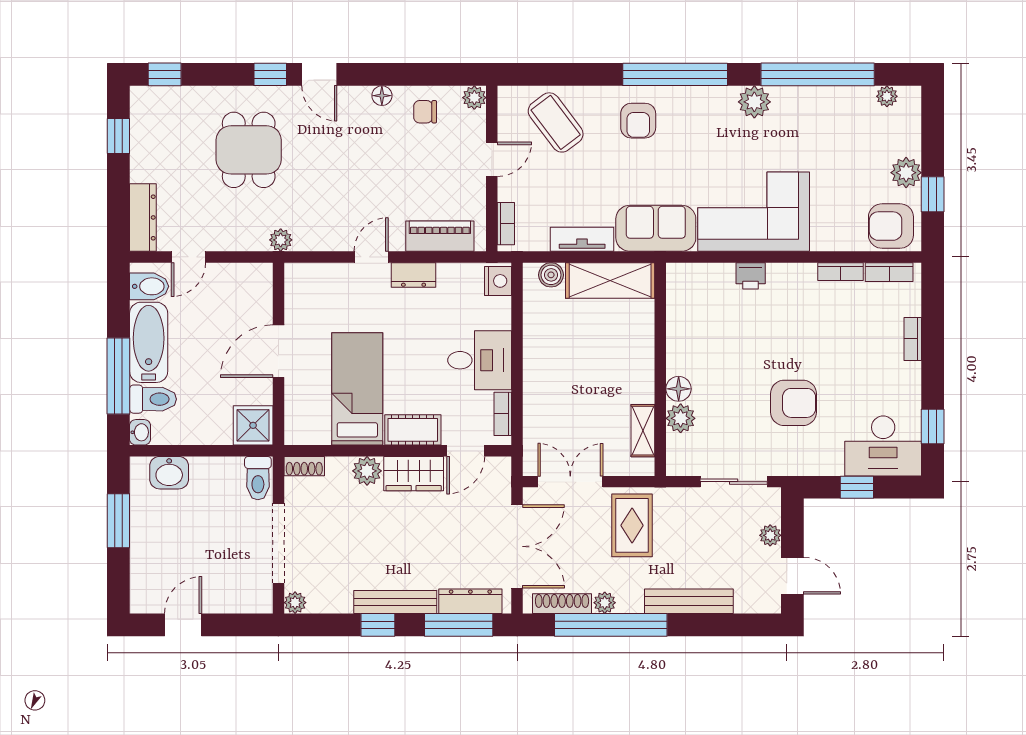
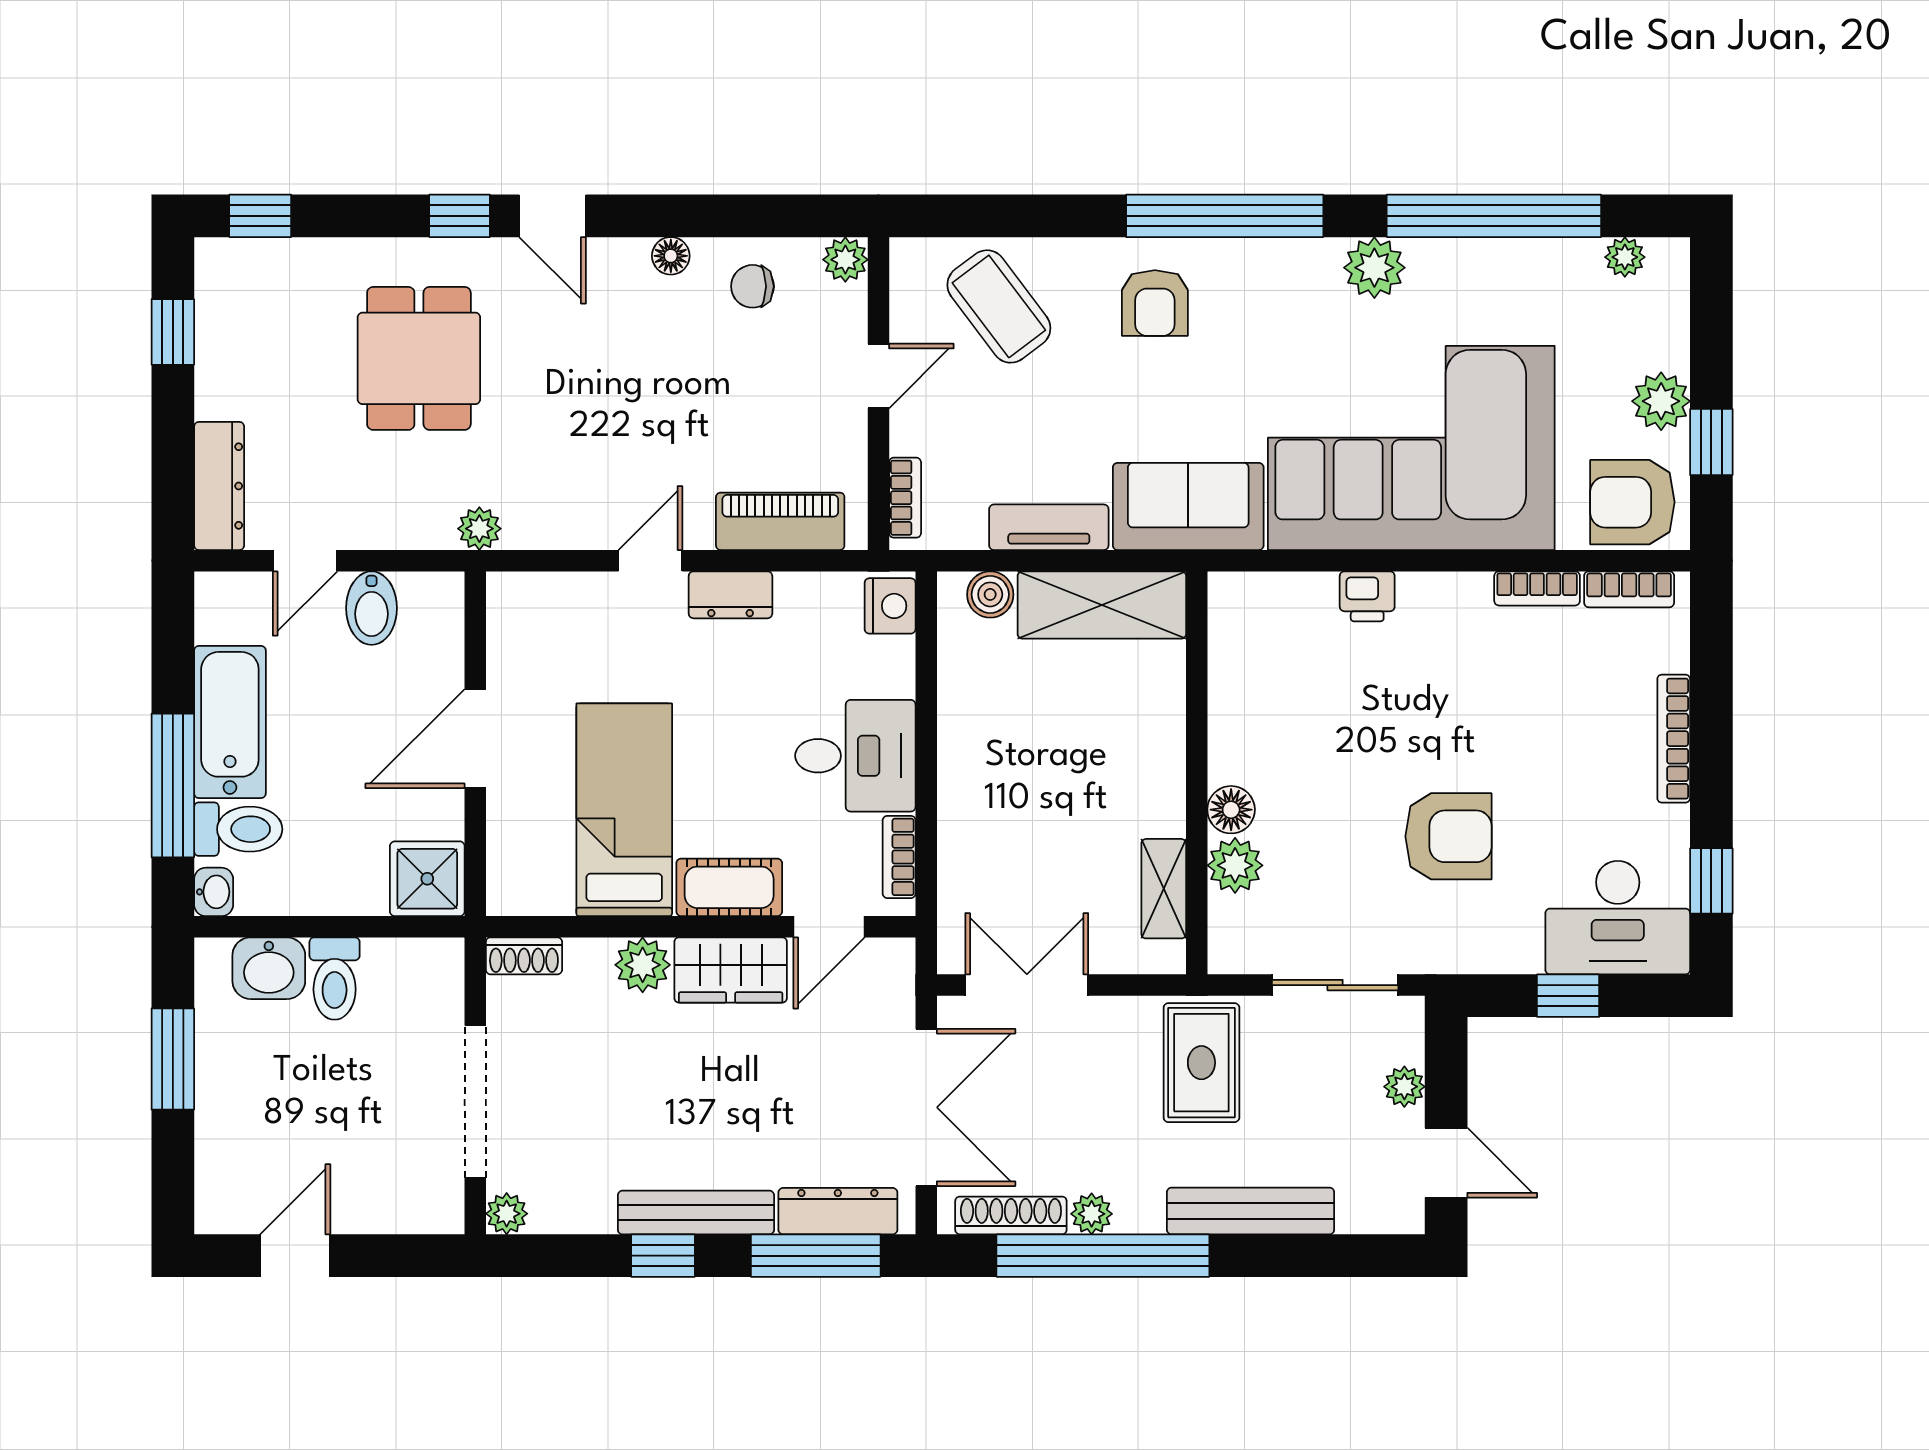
corner sofa: (754, 212) -> (1411, 448), width x1.36, depth x1.36
bidet: (149, 286) -> (372, 608), moved, turned 90
bookcase: (913, 339) -> (1674, 739), width x1.56
toilet: (258, 478) -> (335, 979), moved
rug: (632, 525) -> (1201, 1063), moved

